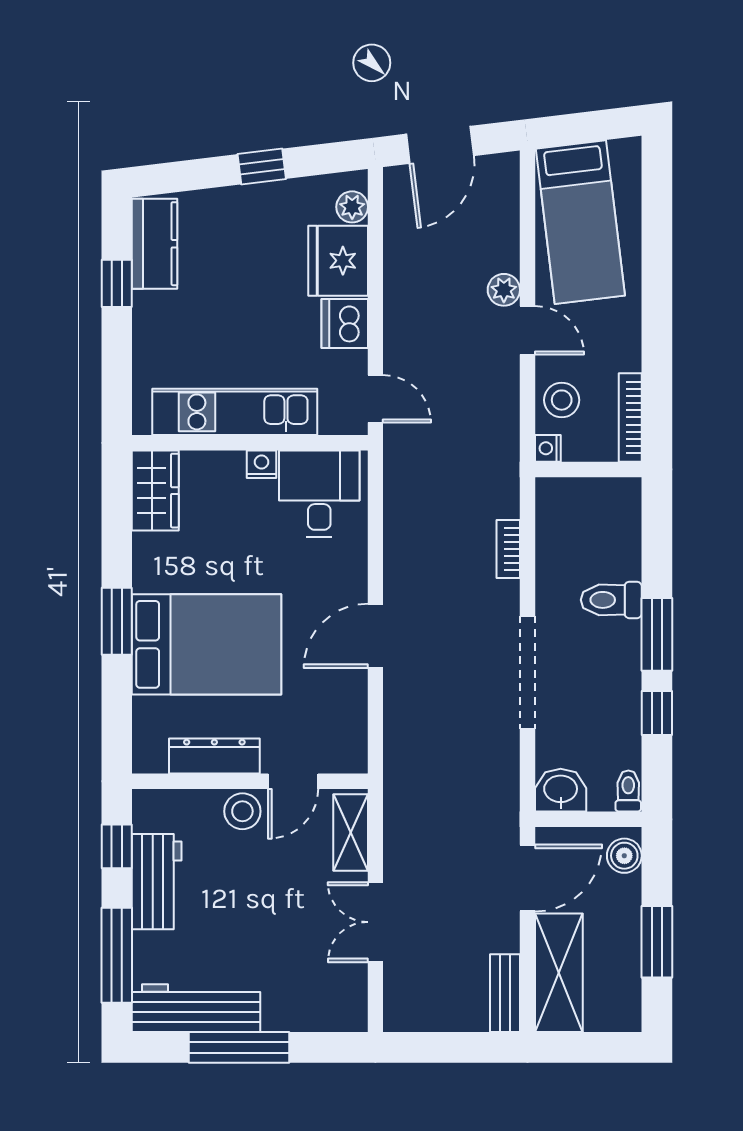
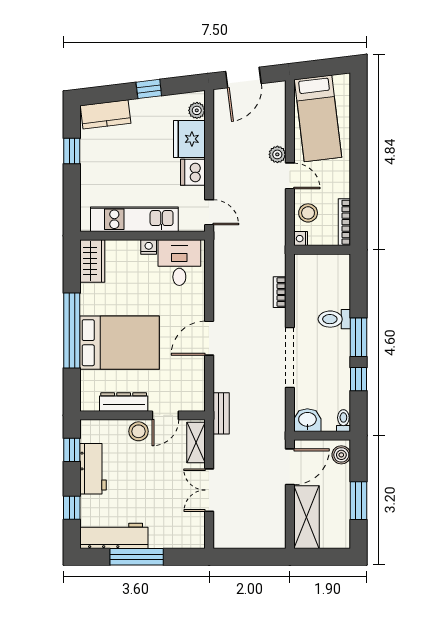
kitchen counter: (155, 244) -> (106, 114), moved, turned 83
window: (117, 621) -> (72, 330), width x2.11
window: (117, 955) -> (72, 508), width x0.46
bench: (505, 993) -> (221, 413), moved

